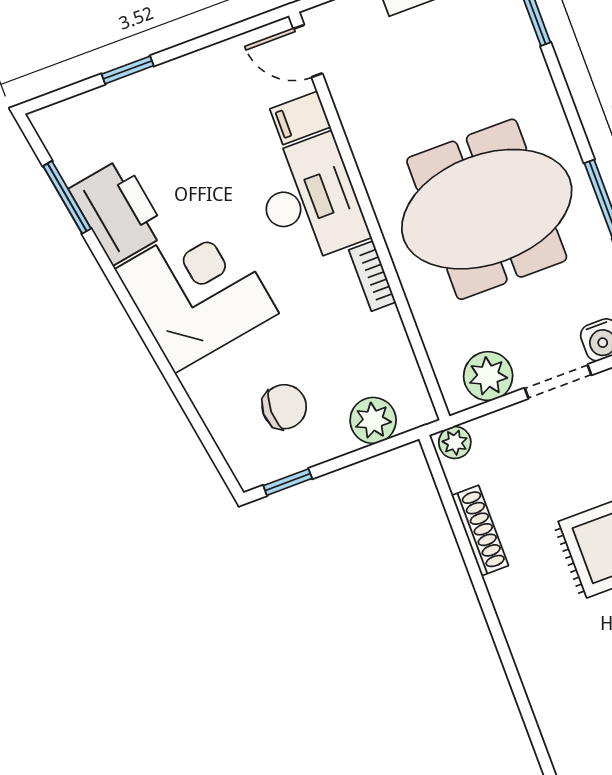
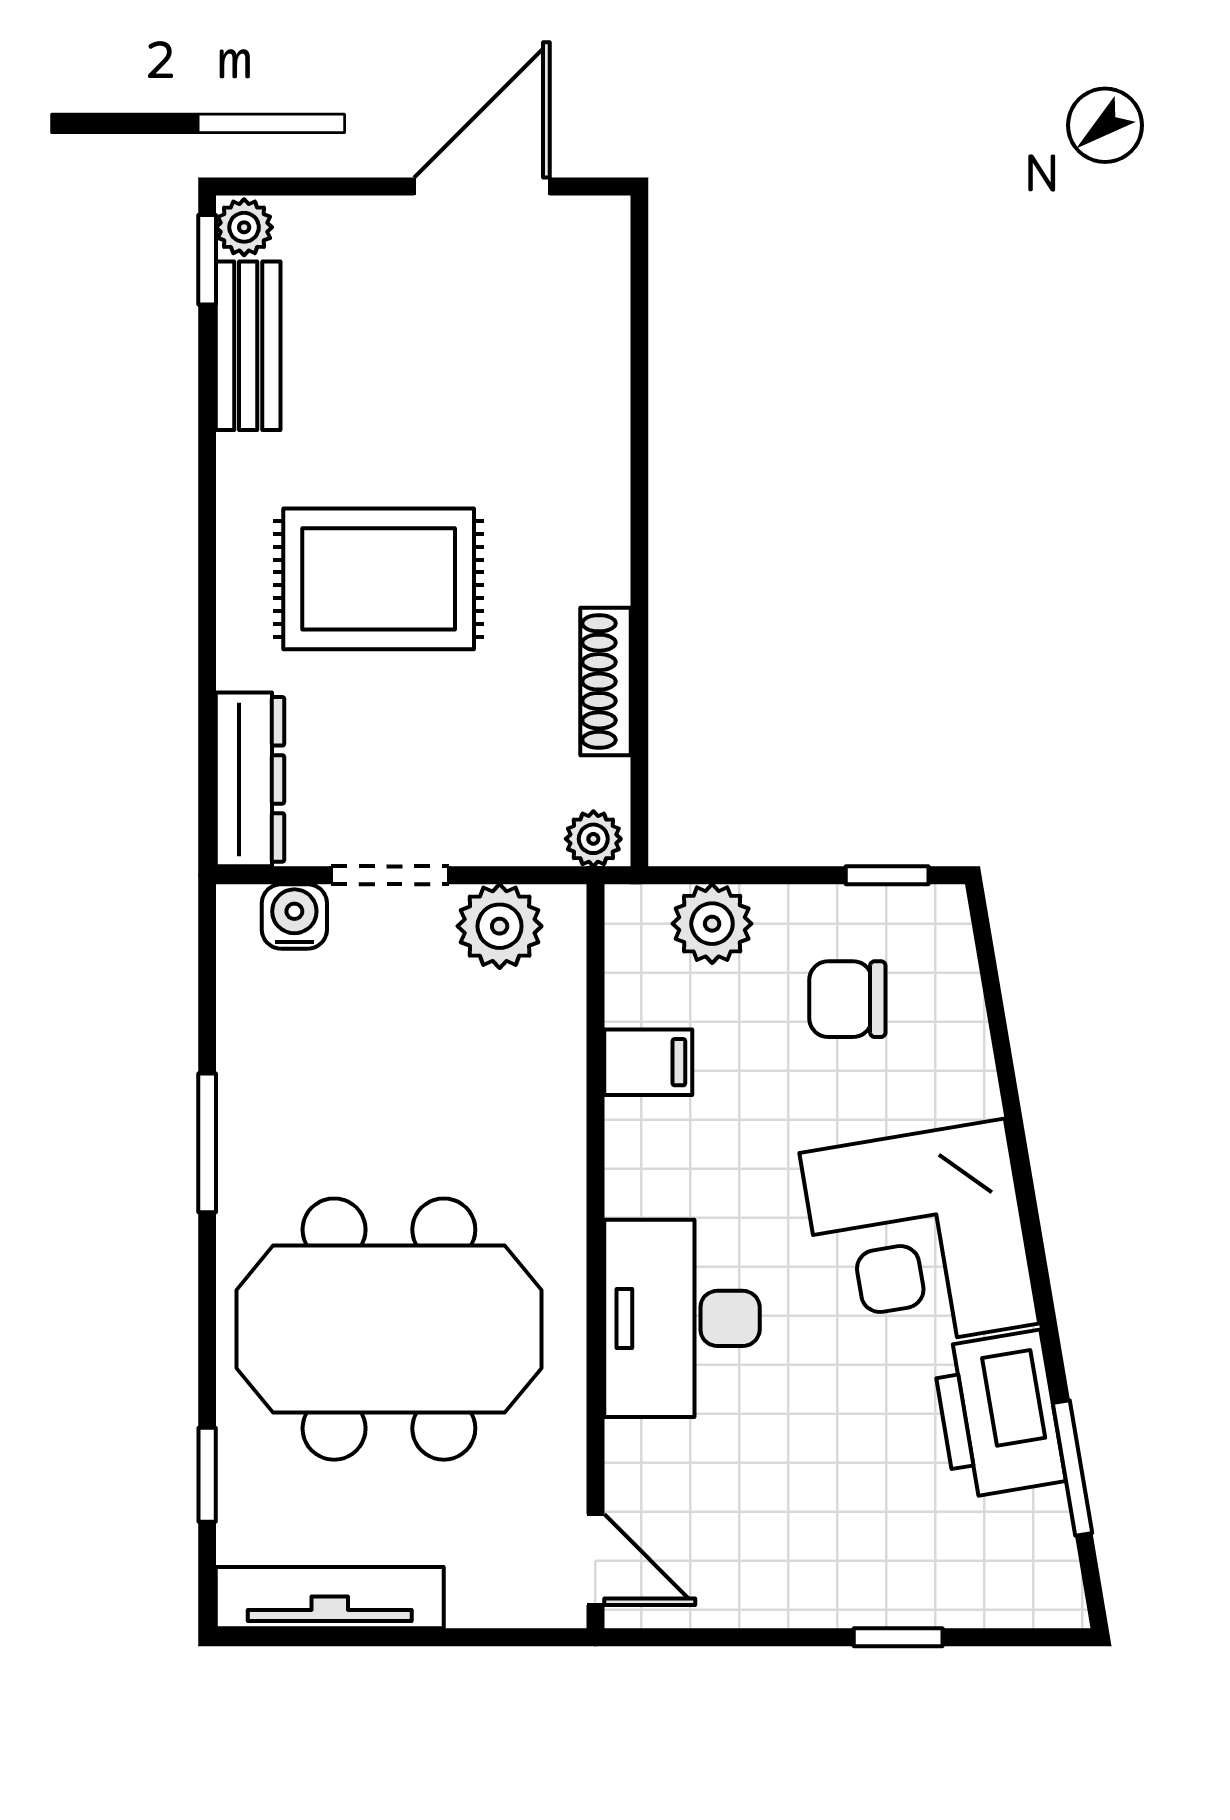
filing cabinet: (300, 118) -> (648, 1062), moved
meeting table: (487, 209) -> (389, 1329), moved
bookcase: (372, 276) -> (627, 1157), removed

